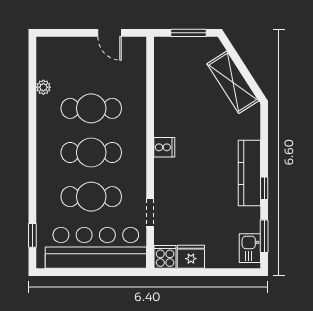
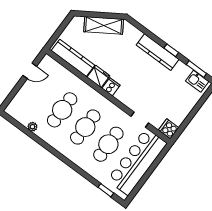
window: (189, 33) -> (60, 29), removed
kitchen counter: (165, 74) -> (73, 58), added
fridge: (191, 257) -> (98, 76), moved, turned 90

